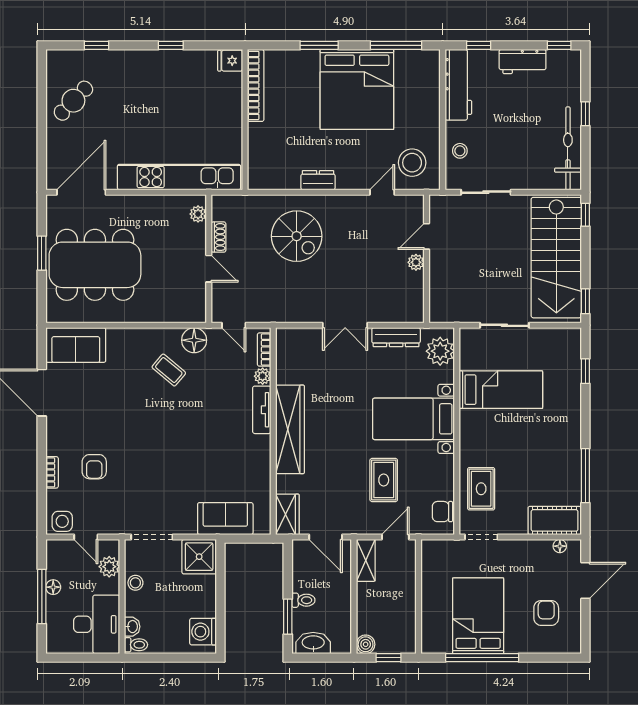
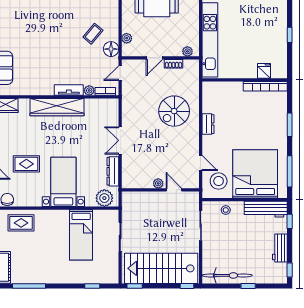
fridge: (230, 61) -> (264, 71), moved
bed: (357, 89) -> (255, 174), moved, turned 90
plant: (176, 314) -> (127, 38), added

